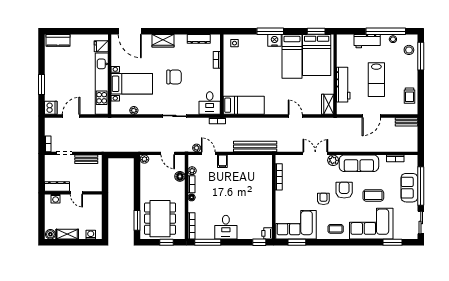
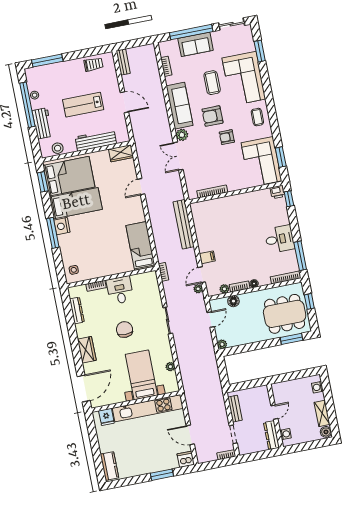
stool: (409, 50) -> (58, 148), moved
lab bench: (376, 80) -> (83, 105), turned 180
desk: (210, 103) -> (120, 290), moved, turned -90

